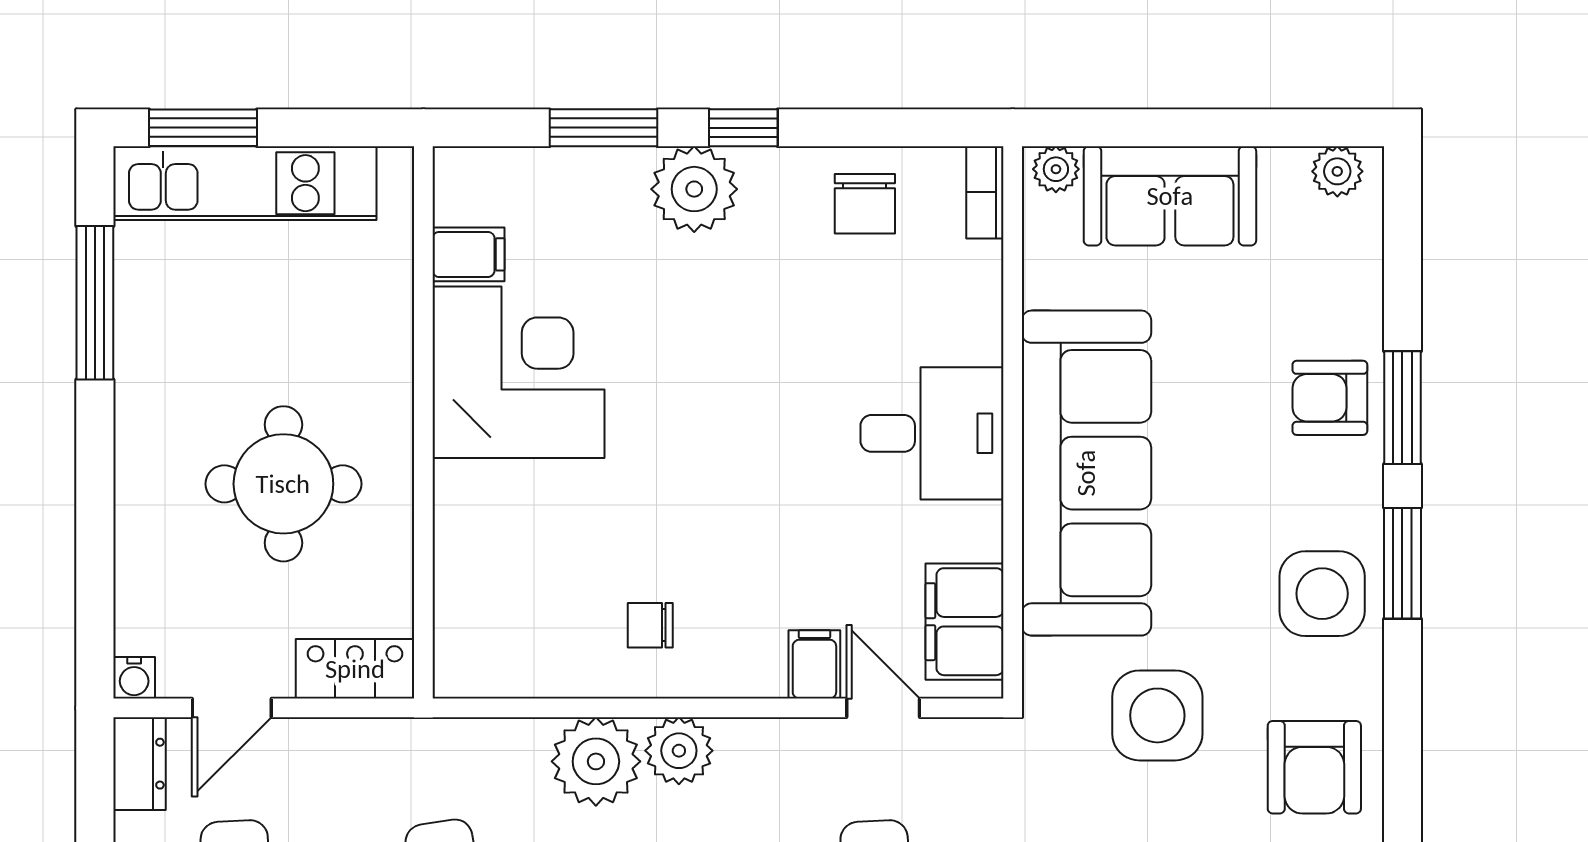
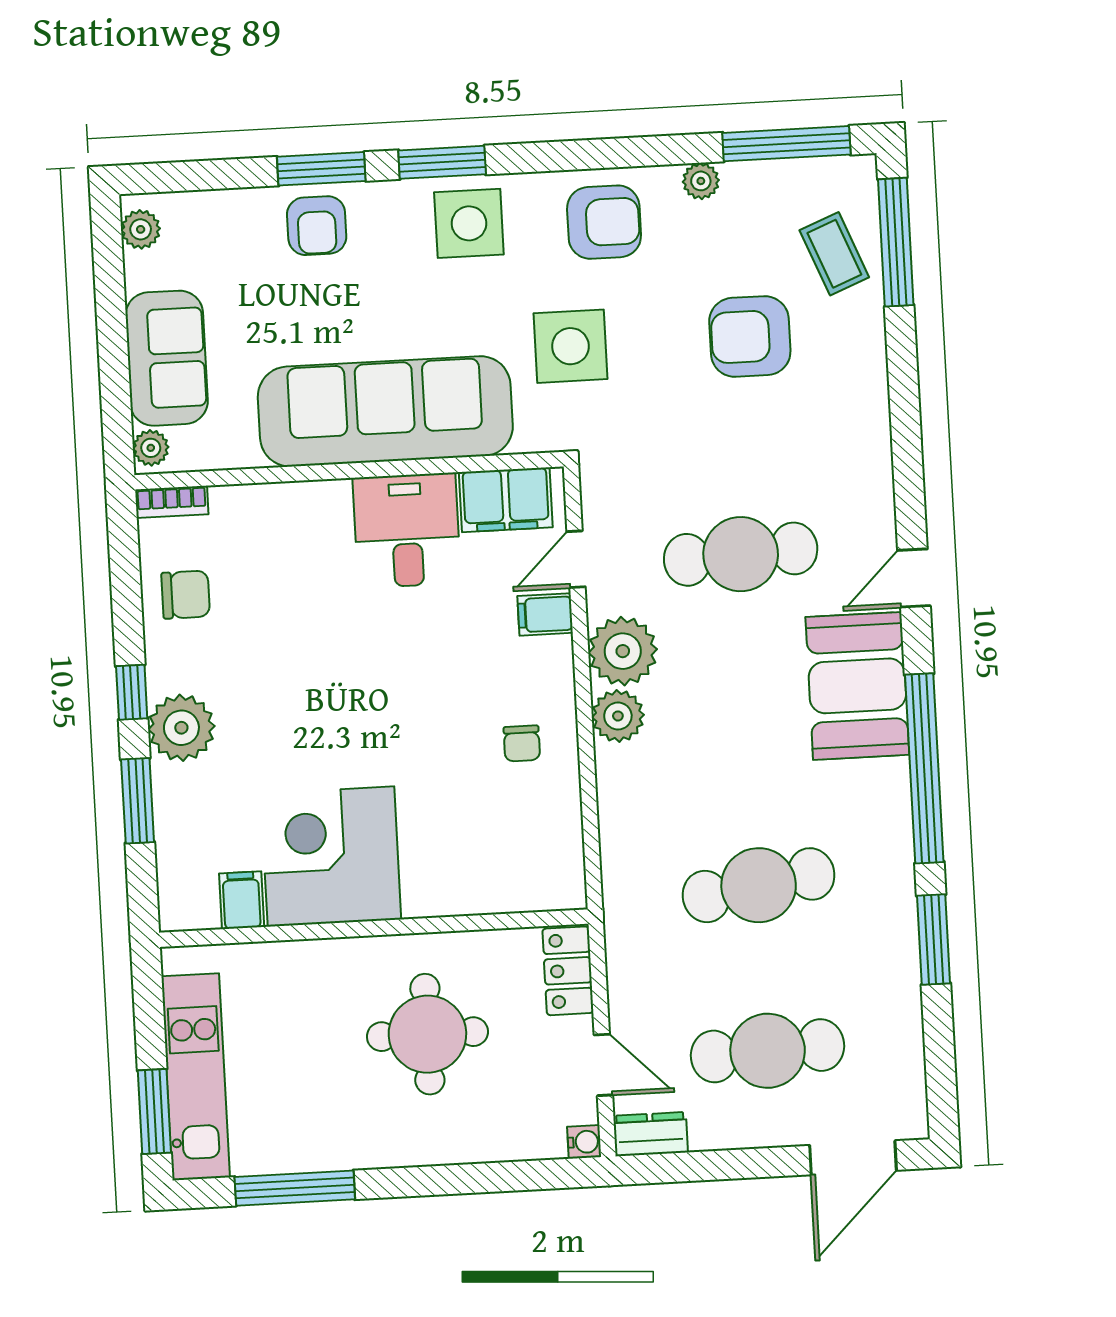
desk: (932, 433) -> (407, 530), moved
plant: (596, 761) -> (623, 651), moved

